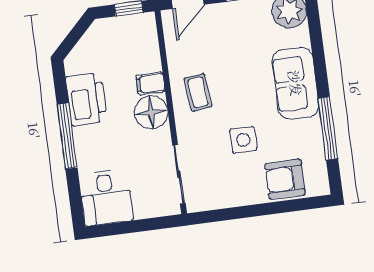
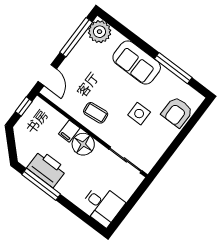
window: (67, 136) -> (41, 184), moved

